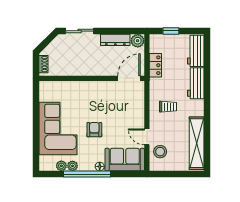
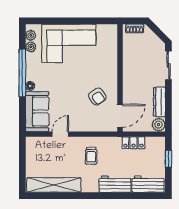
door: (129, 78) -> (120, 116), hinge flipped
armchair: (94, 130) -> (97, 96), moved, turned 56
stool: (160, 152) -> (45, 148), removed
plant: (73, 166) -> (31, 35), moved

